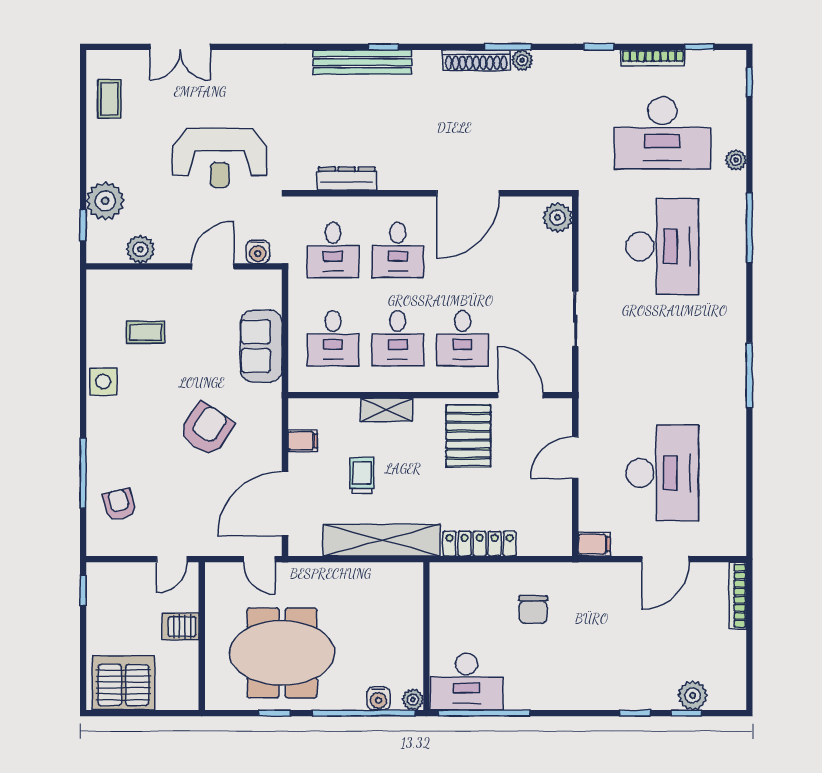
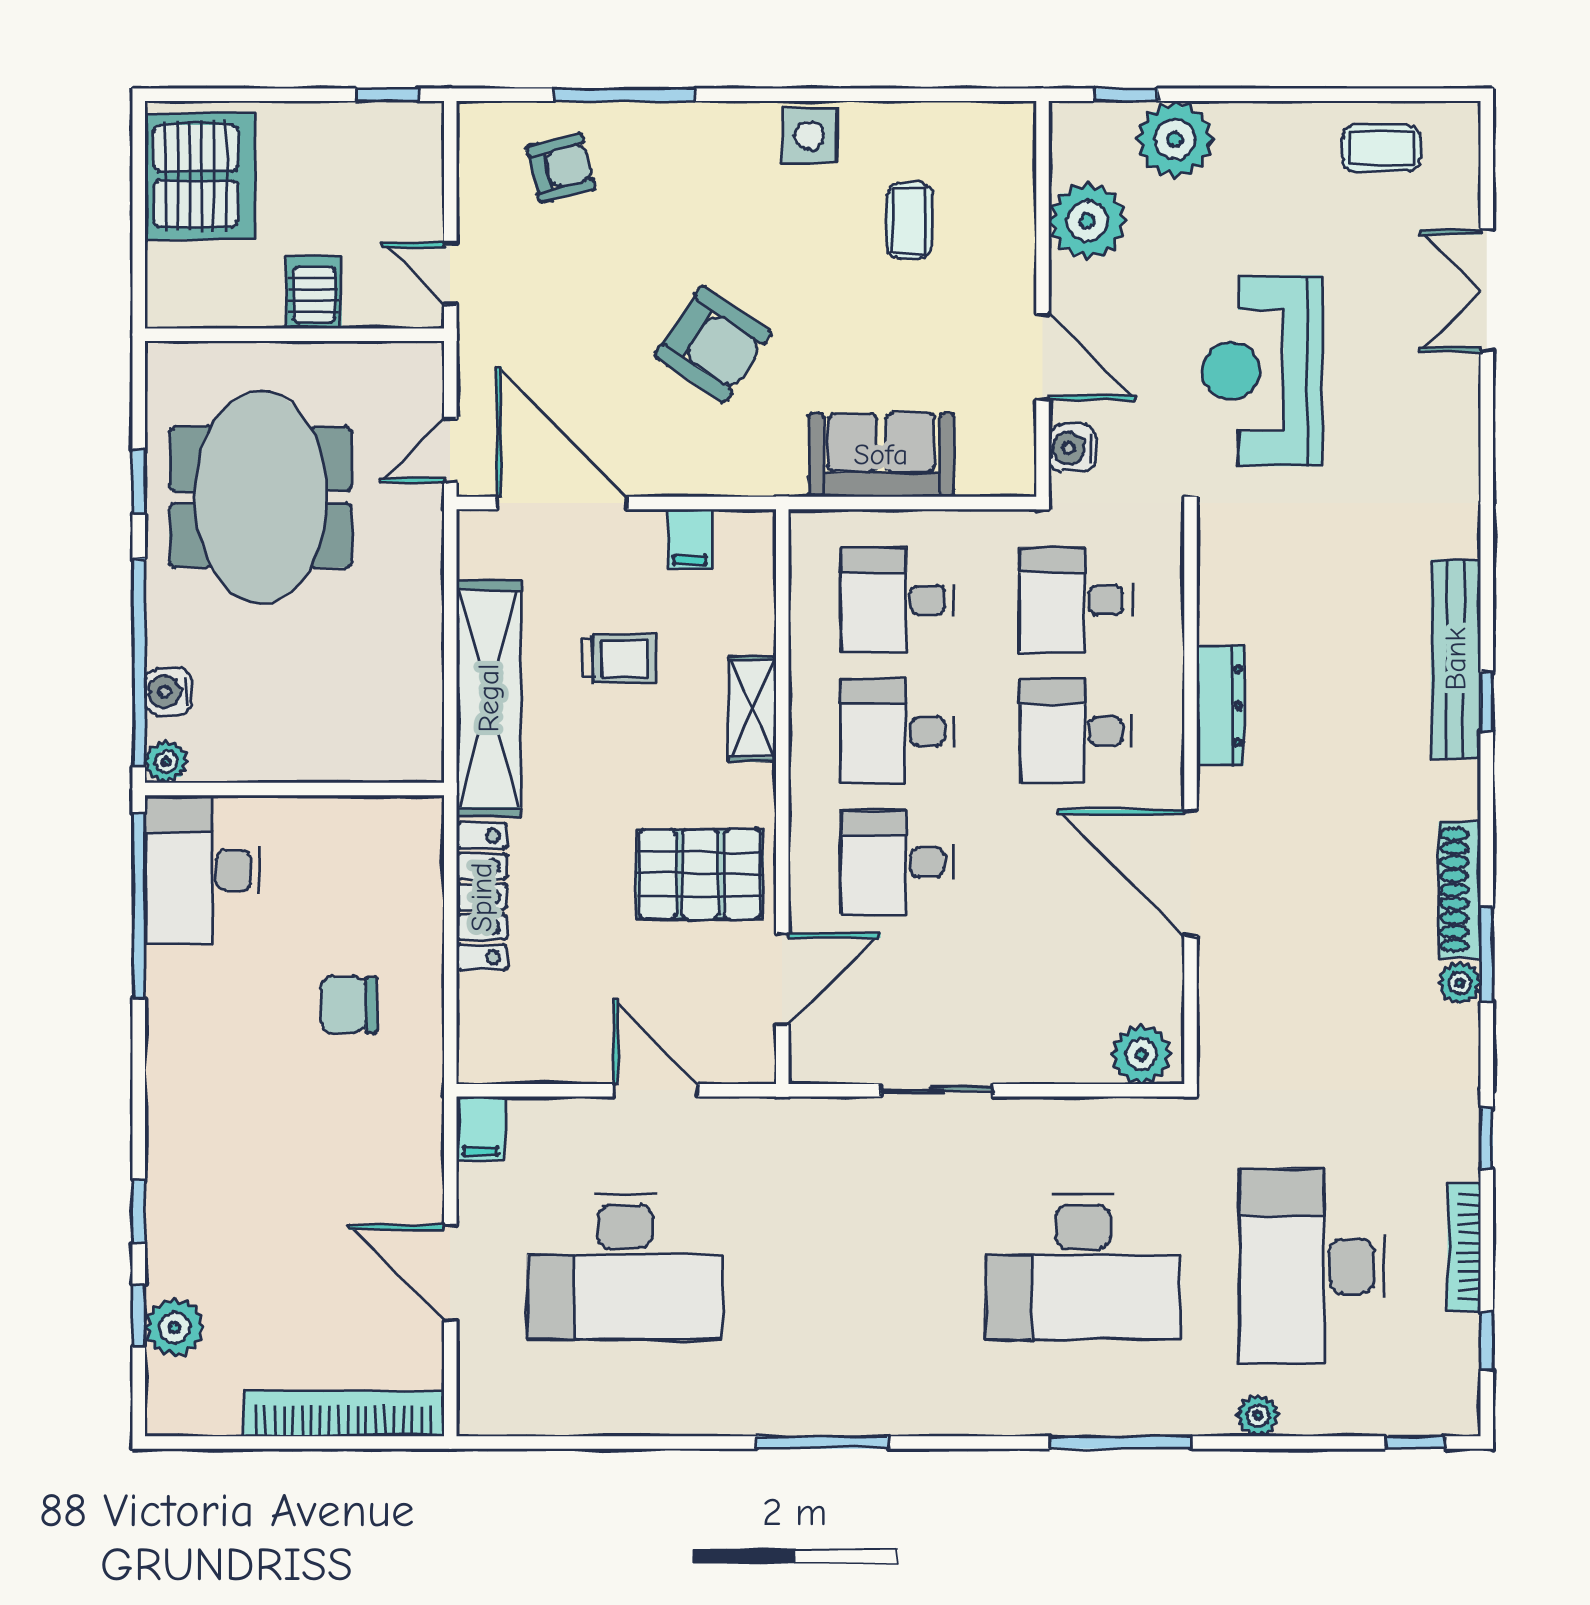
dresser: (347, 179) -> (1220, 706), moved
plant: (140, 249) -> (1087, 221), width x1.36, depth x1.36
bookcase: (738, 596) -> (344, 1414), width x1.48, depth x1.31

